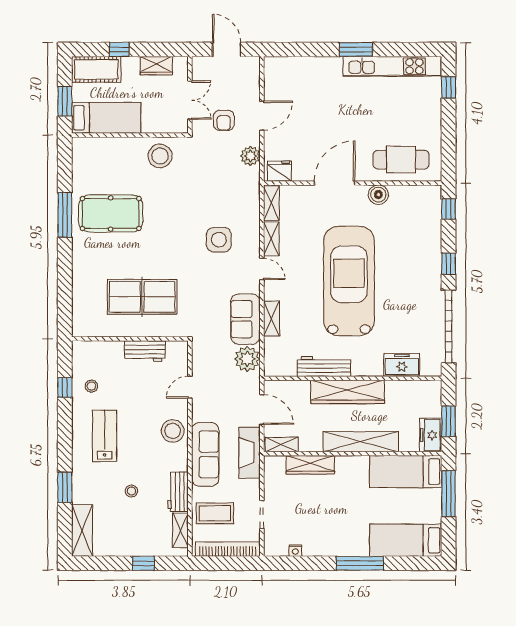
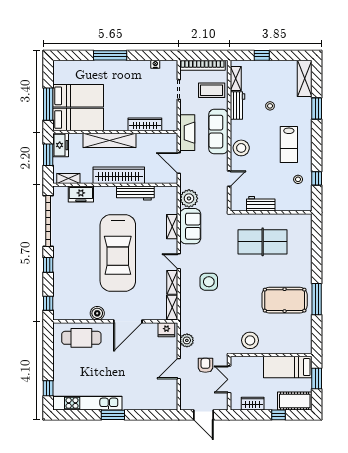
shelving: (282, 445) -> (68, 178), moved
bed: (406, 540) -> (78, 96), moved

